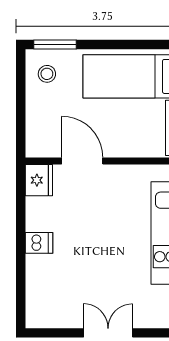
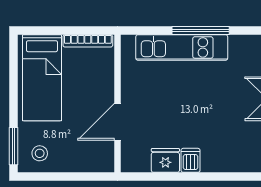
fridge: (39, 180) -> (165, 160), moved

